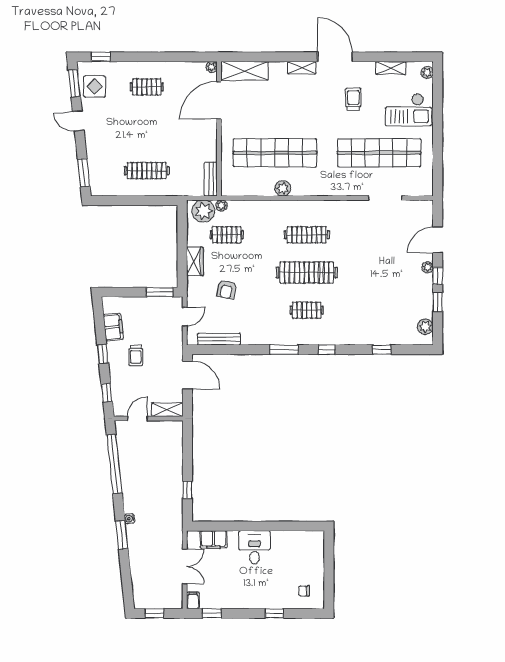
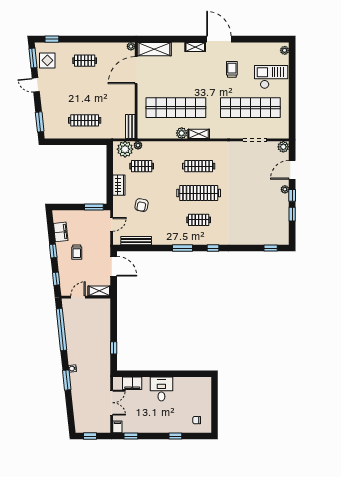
shelving: (391, 68) -> (199, 134), moved
checkout: (408, 110) -> (271, 77), turned 180
plant: (425, 327) -> (283, 147), moved
window: (382, 350) -> (271, 248), moved

